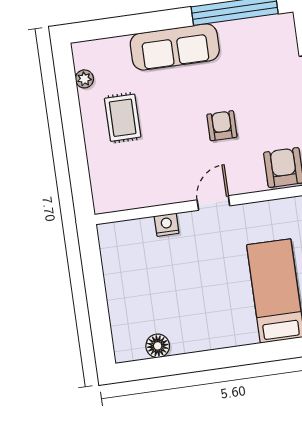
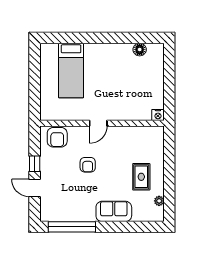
sofa: (175, 47) -> (114, 211), width x0.73
nightstand: (167, 225) -> (158, 115), moved

